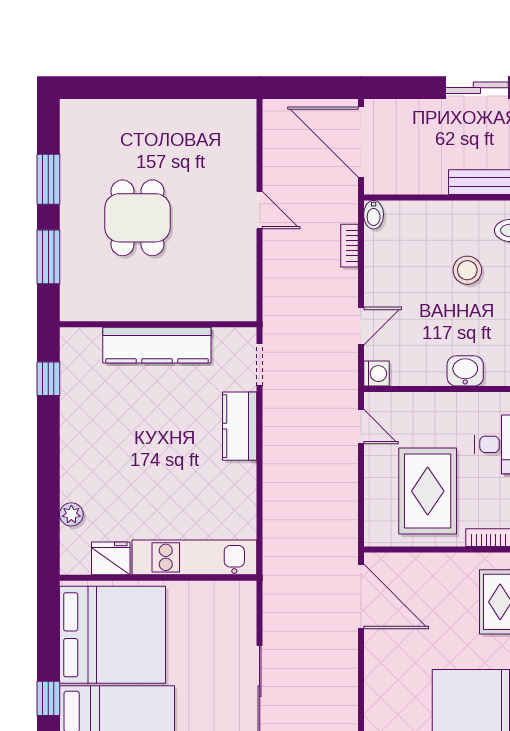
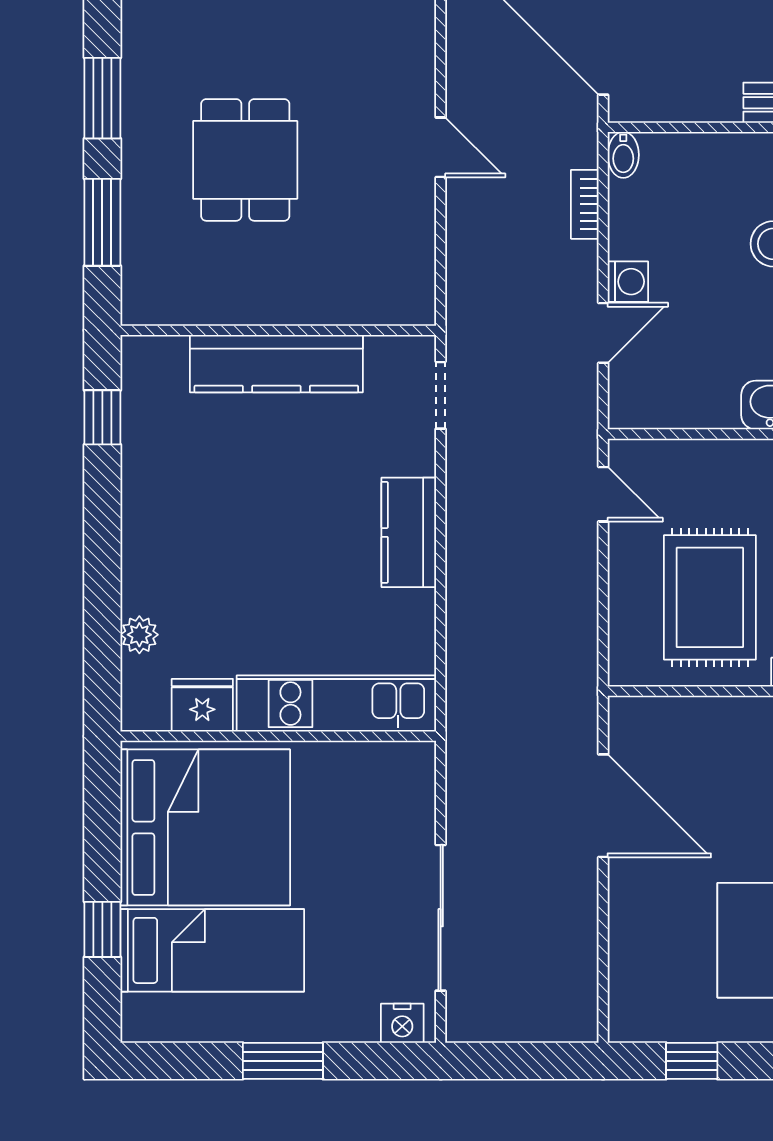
washing machine: (376, 374) -> (628, 282), moved
kitchen counter: (240, 426) -> (409, 532), moved
door: (361, 597) -> (603, 806), moved

